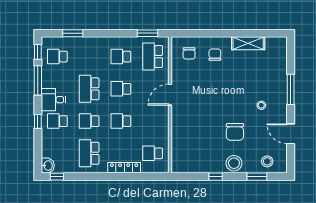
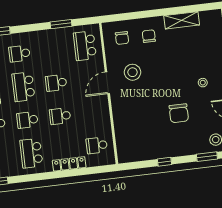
window: (147, 33) -> (61, 24), moved
school desk: (121, 57) -> (19, 54), moved
stool: (234, 163) -> (132, 72), moved

